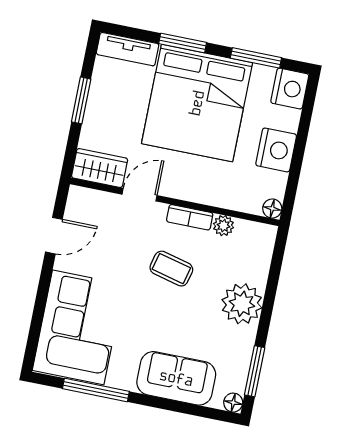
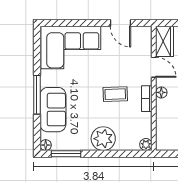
floor lamp: (272, 209) -> (161, 92), moved
plant: (223, 226) -> (146, 144), moved
coffee table: (171, 269) -> (115, 94), turned 74
window: (96, 390) -> (37, 95), moved

